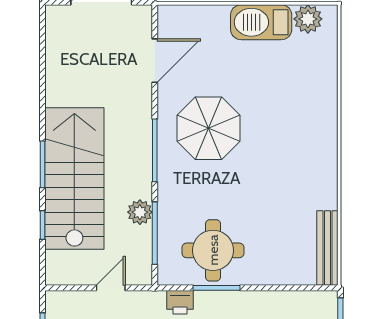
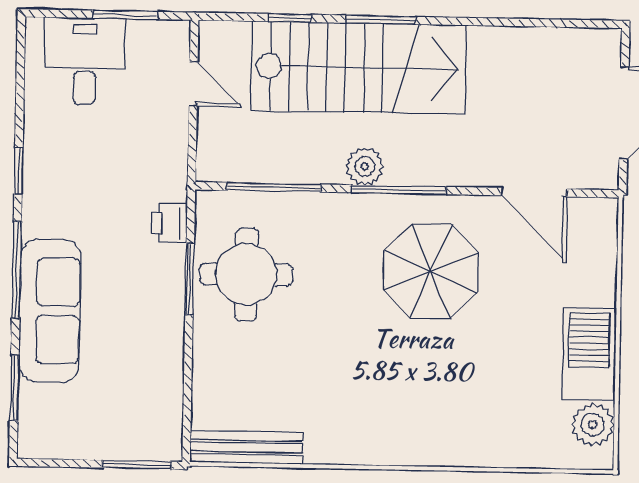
plant: (140, 212) -> (365, 166), moved
door: (111, 288) -> (193, 84), moved

